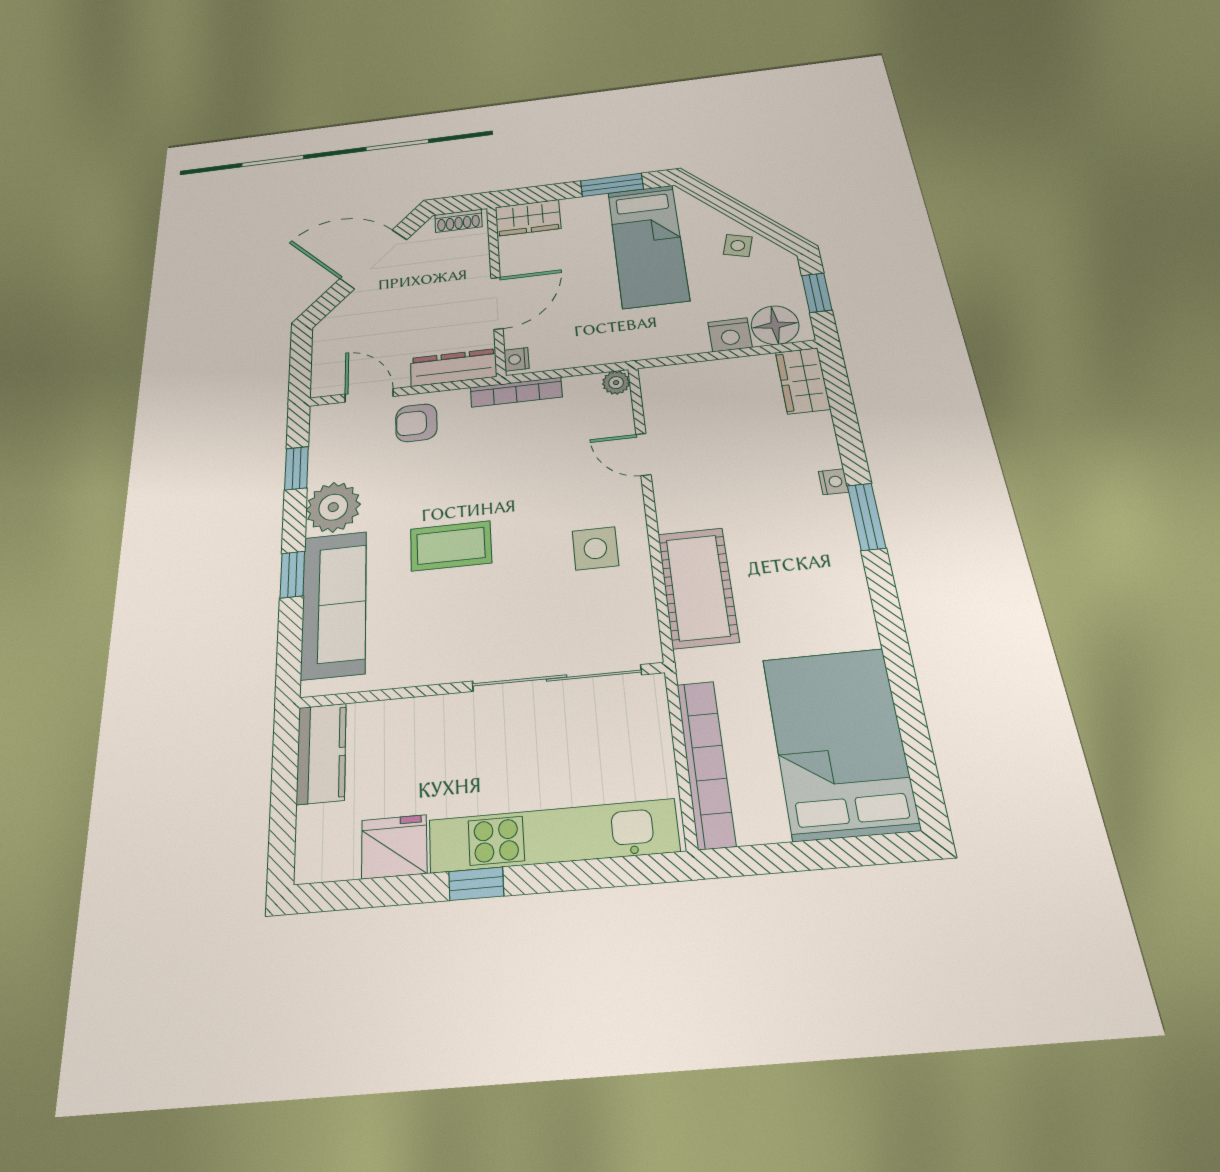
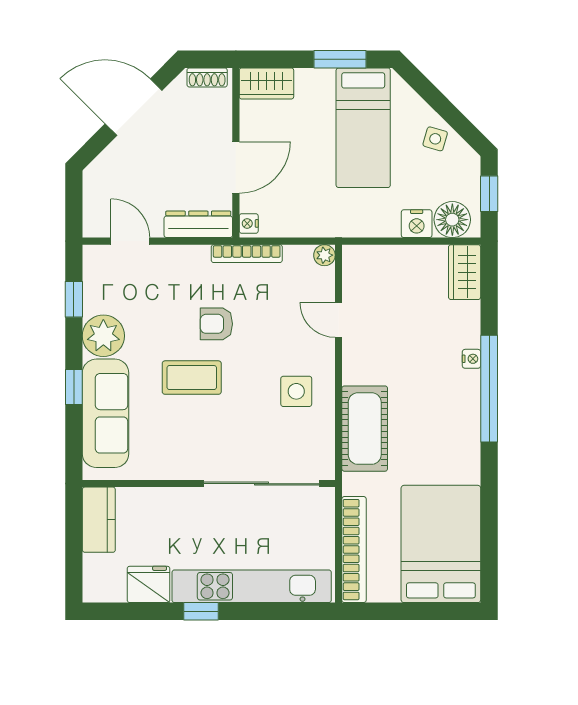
armchair: (416, 423) -> (216, 324), moved
window: (866, 517) -> (489, 389), width x2.11

